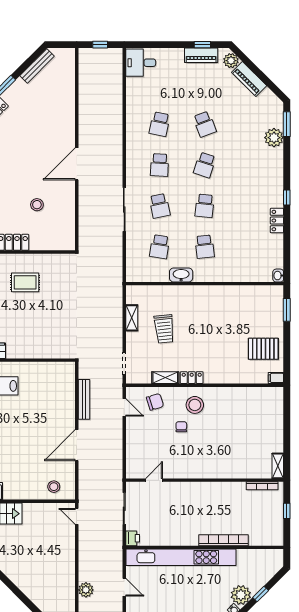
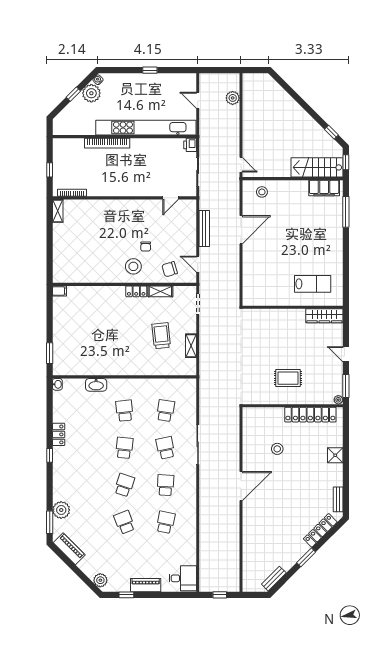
piano: (201, 55) -> (146, 585), moved
bench: (37, 66) -> (274, 579), width x0.73
piano: (249, 79) -> (69, 549), moved
washbasin: (181, 275) -> (96, 385), moved
pallet: (263, 349) -> (71, 318), removed
bench: (84, 399) -> (204, 228), moved

